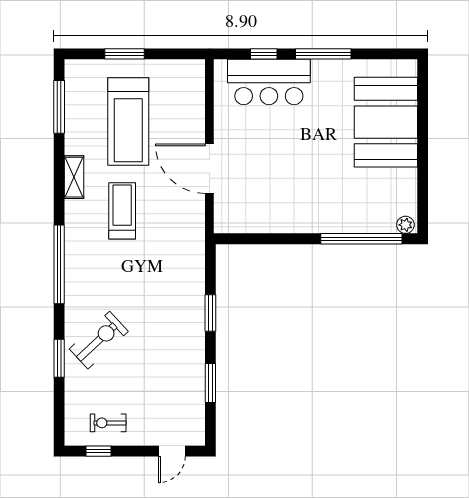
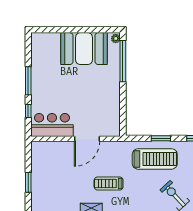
bar counter: (269, 82) -> (52, 125), moved, turned -90
treadmill: (128, 122) -> (155, 159), moved
booth: (386, 122) -> (84, 49), moved

